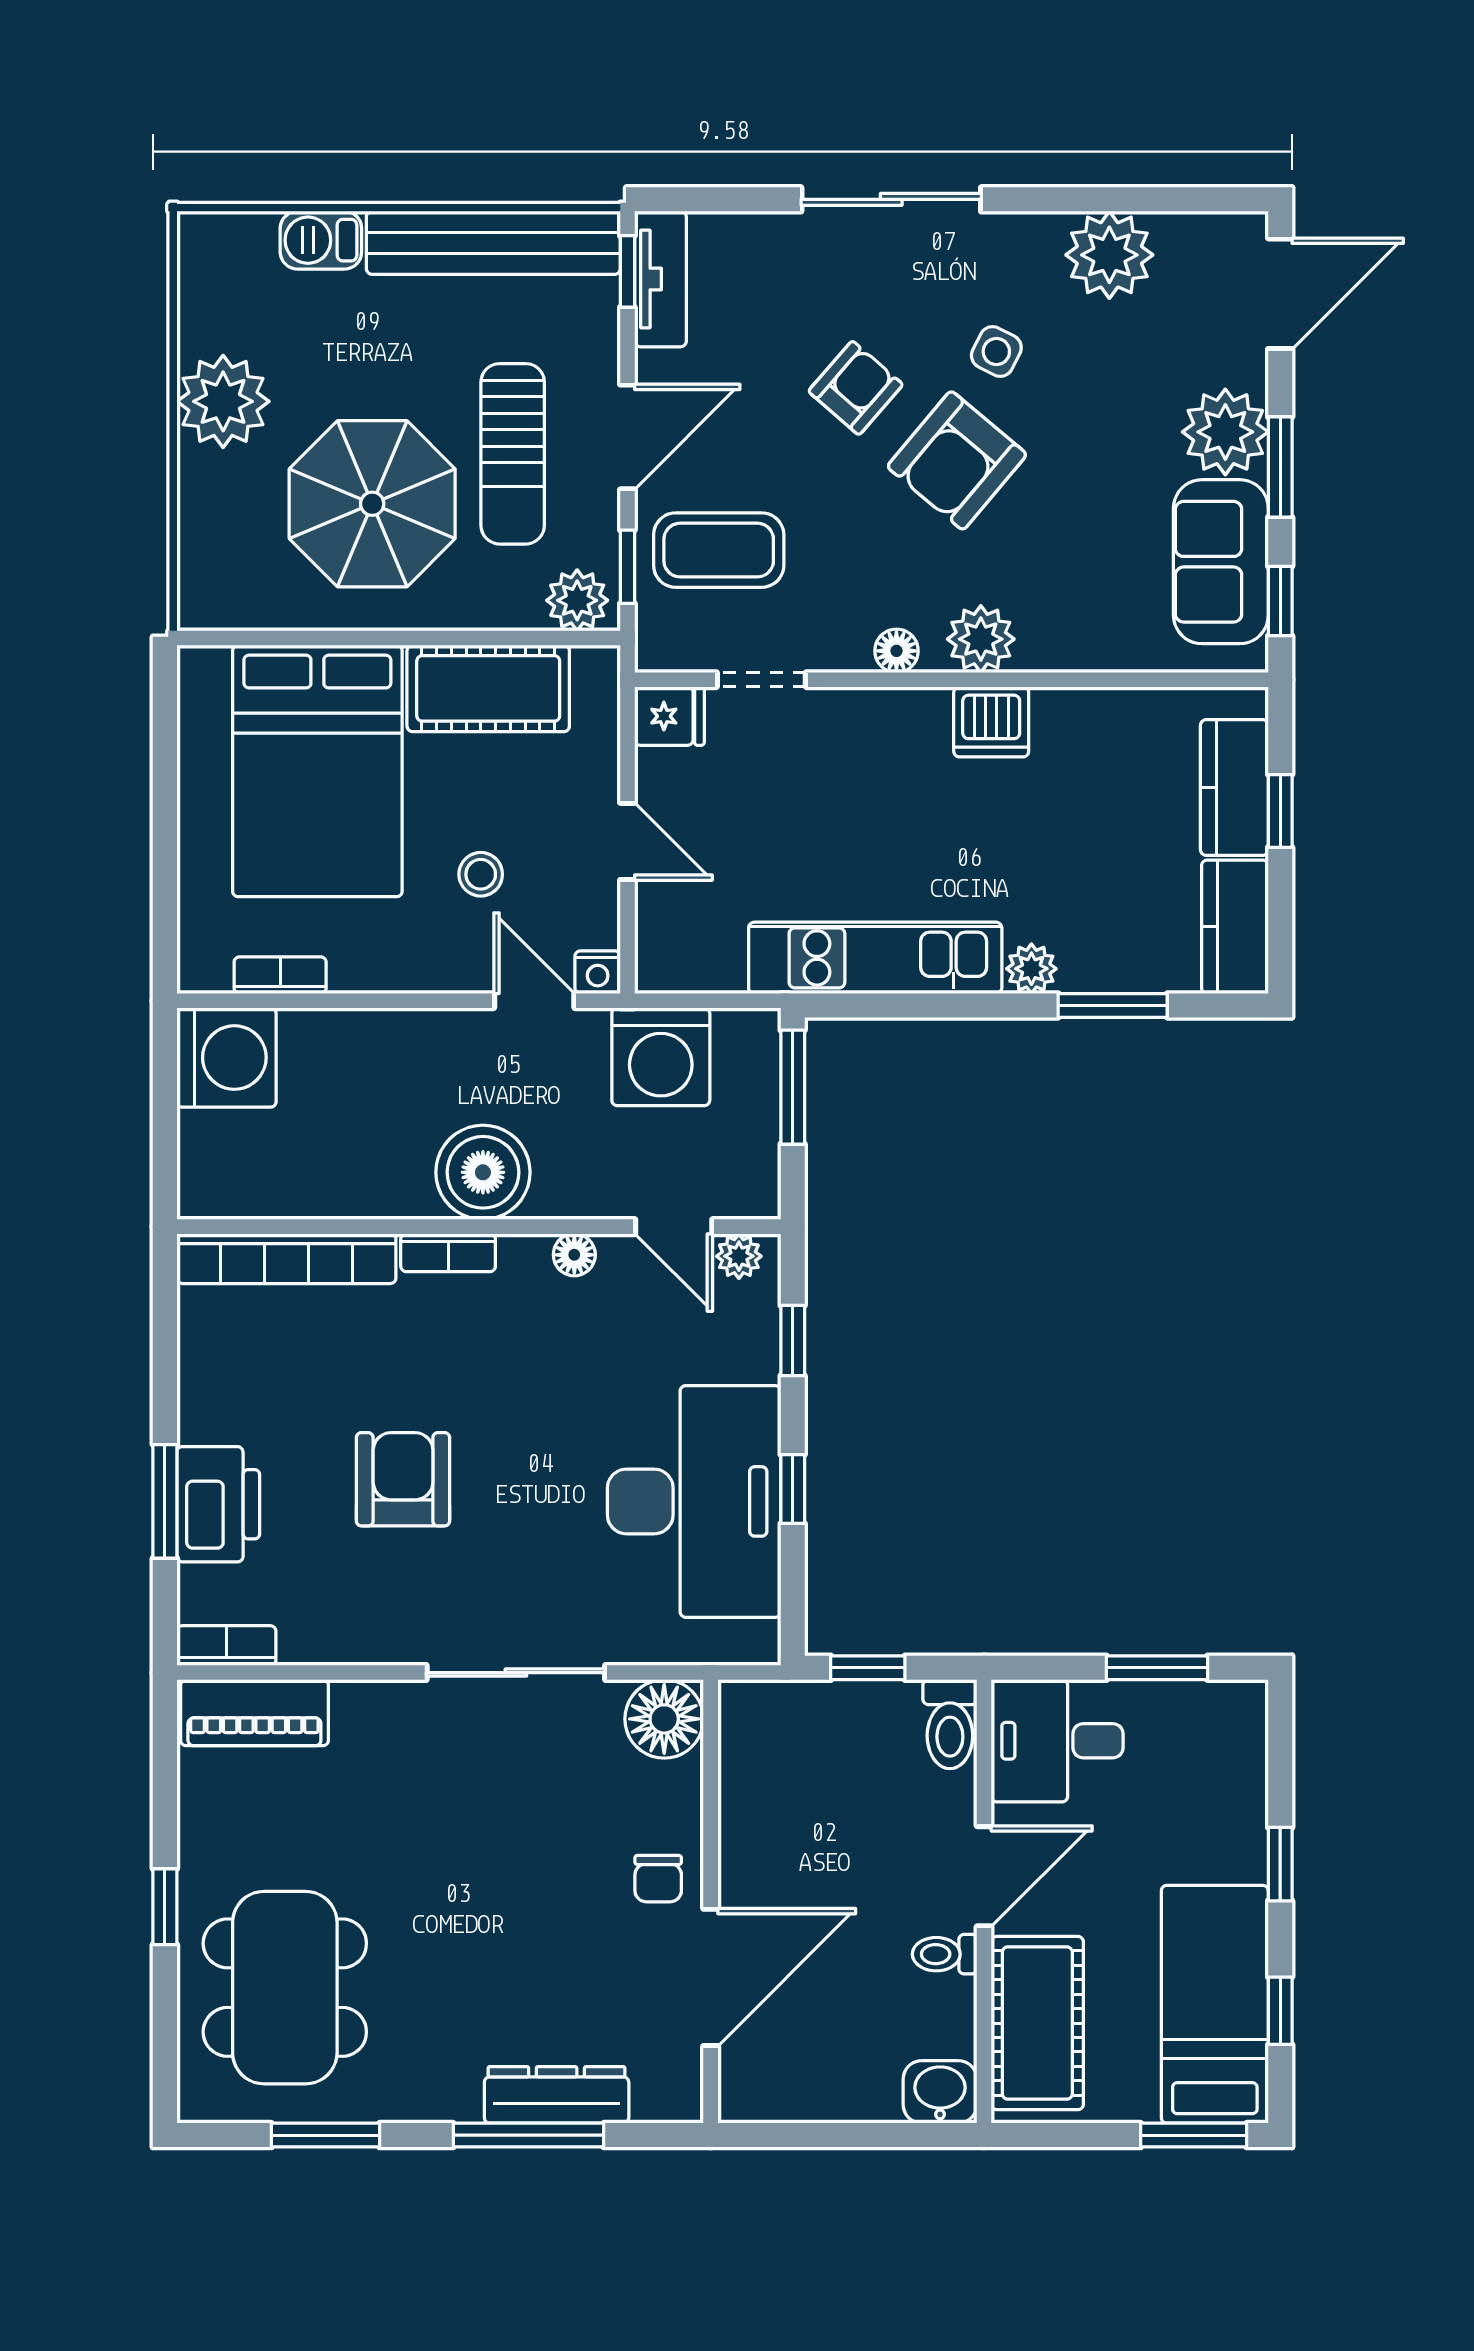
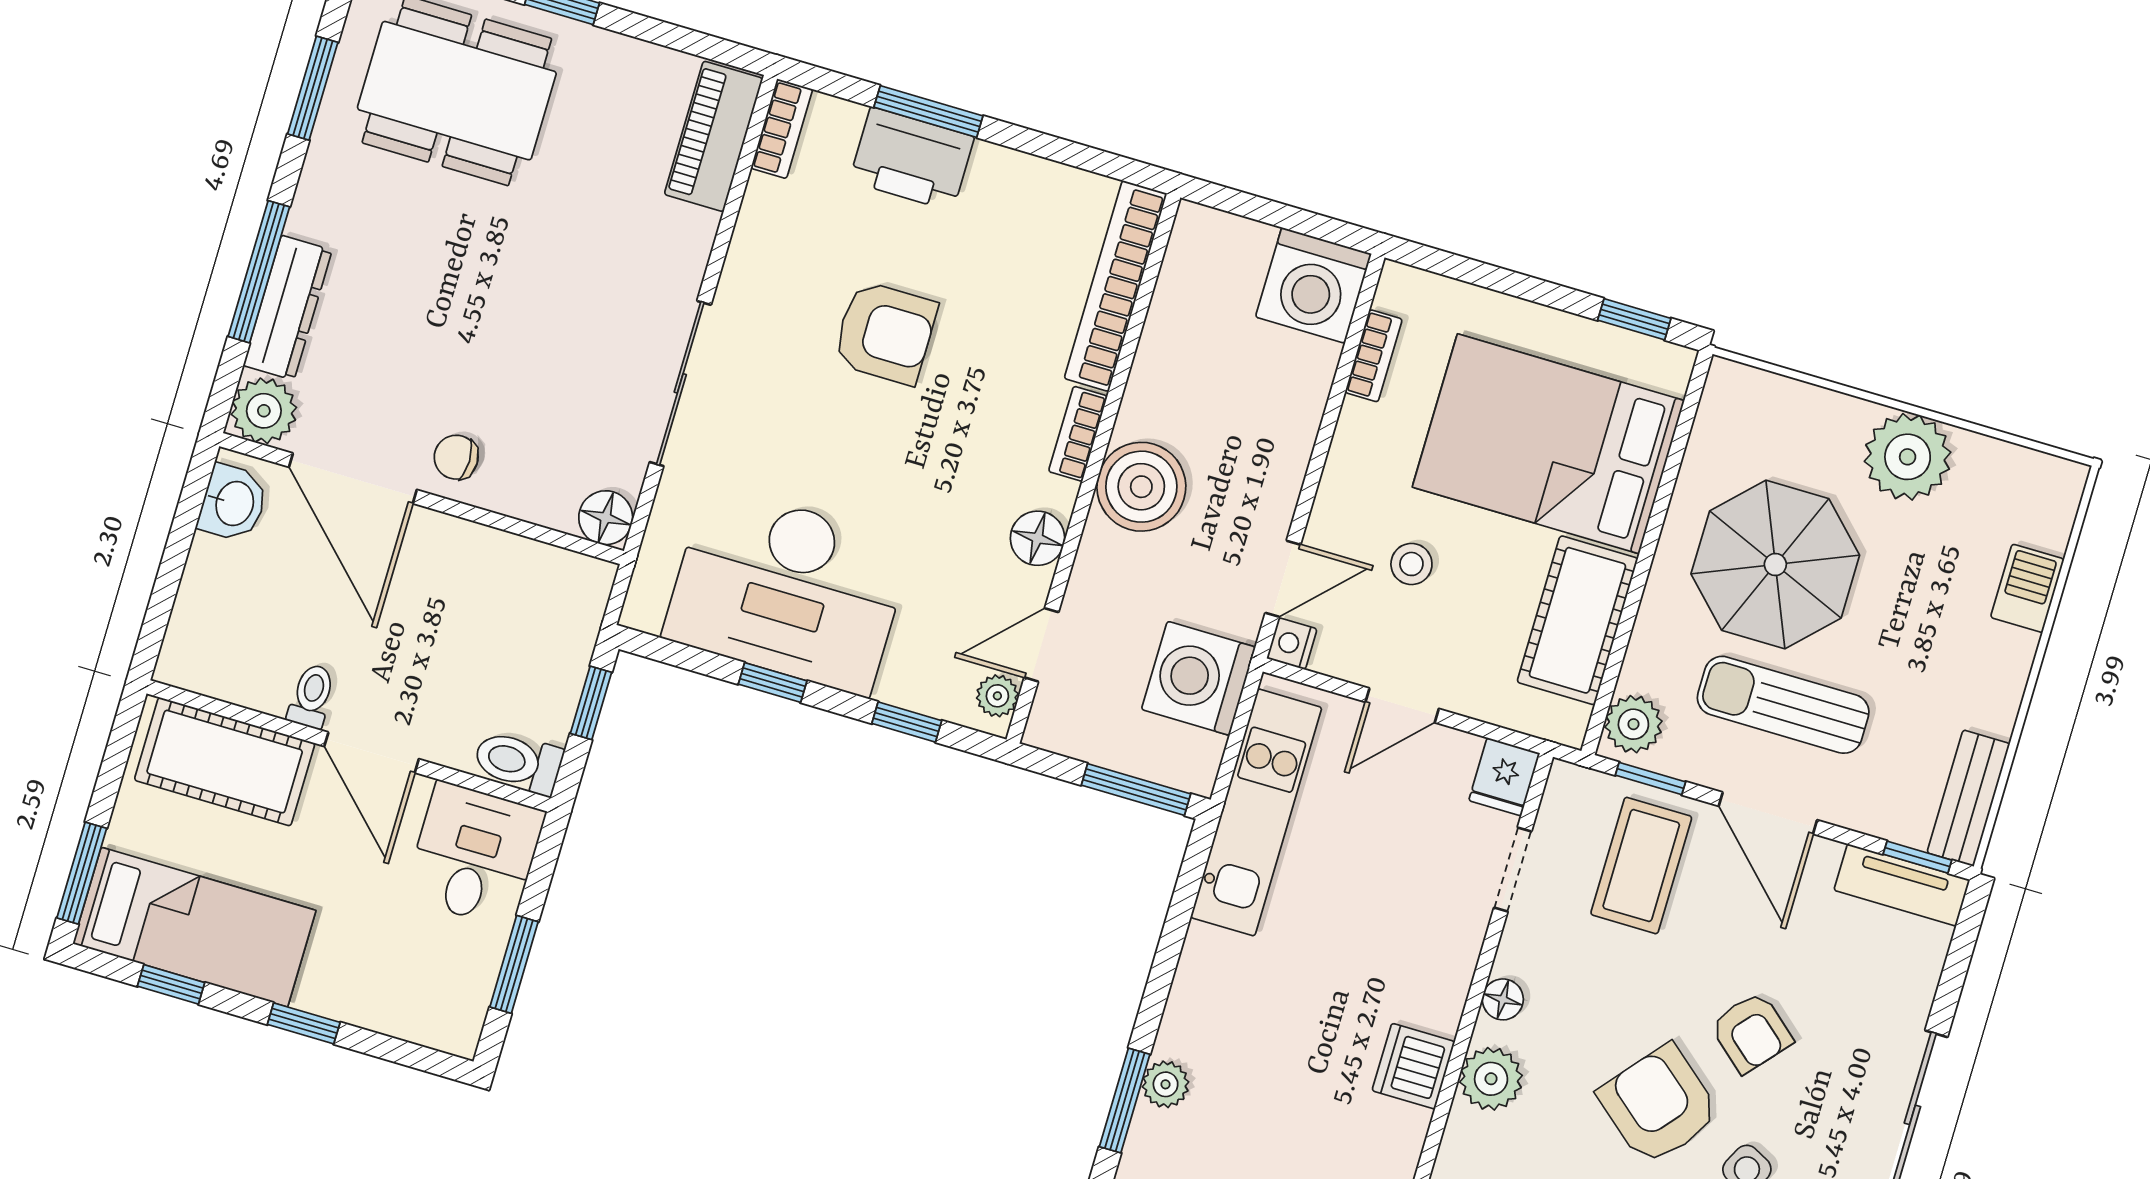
bench: (493, 243) -> (1968, 798), width x0.54, depth x0.82
window: (165, 721) -> (1634, 319), added
kitchen unit: (875, 958) -> (1256, 812), moved
plant: (1031, 969) -> (1166, 1084), moved
floor lamp: (574, 1255) -> (1038, 538), width x1.37, depth x1.37
floor lamp: (664, 1719) -> (606, 518), width x0.73, depth x0.73
plant: (669, 2088) -> (264, 411), added
washbasin: (940, 2092) -> (233, 503), moved

